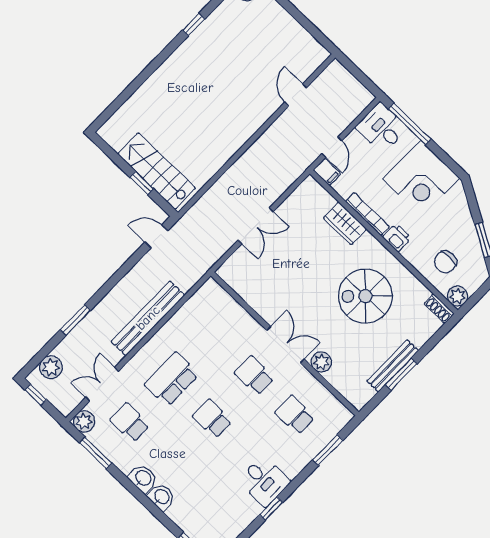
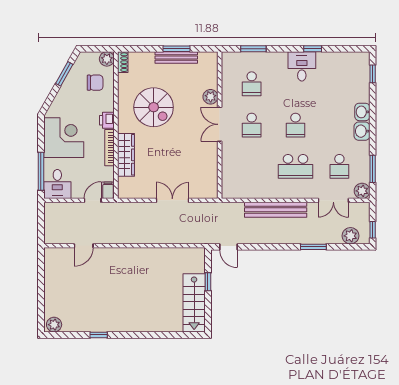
stairs: (157, 171) -> (194, 303), moved
wardrobe: (345, 223) -> (126, 155), width x1.50

